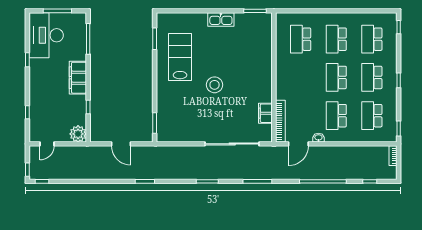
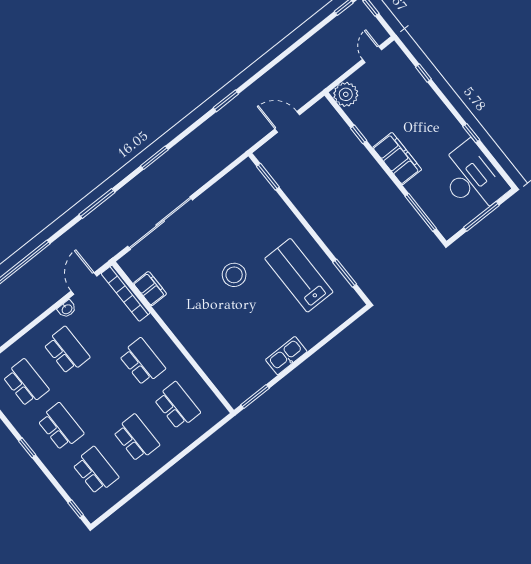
lab bench: (180, 57) -> (299, 275), turned 180
school desk: (336, 77) -> (142, 362), moved

